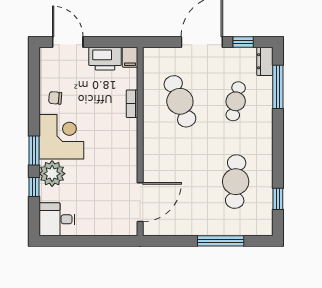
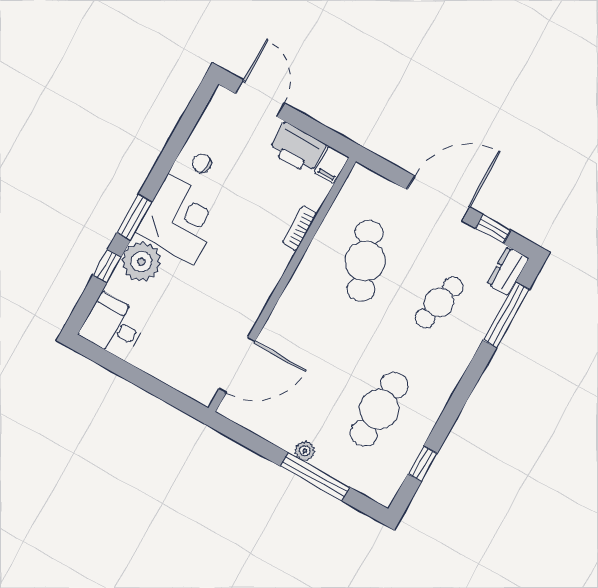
plant: (206, 229) -> (305, 451), added

